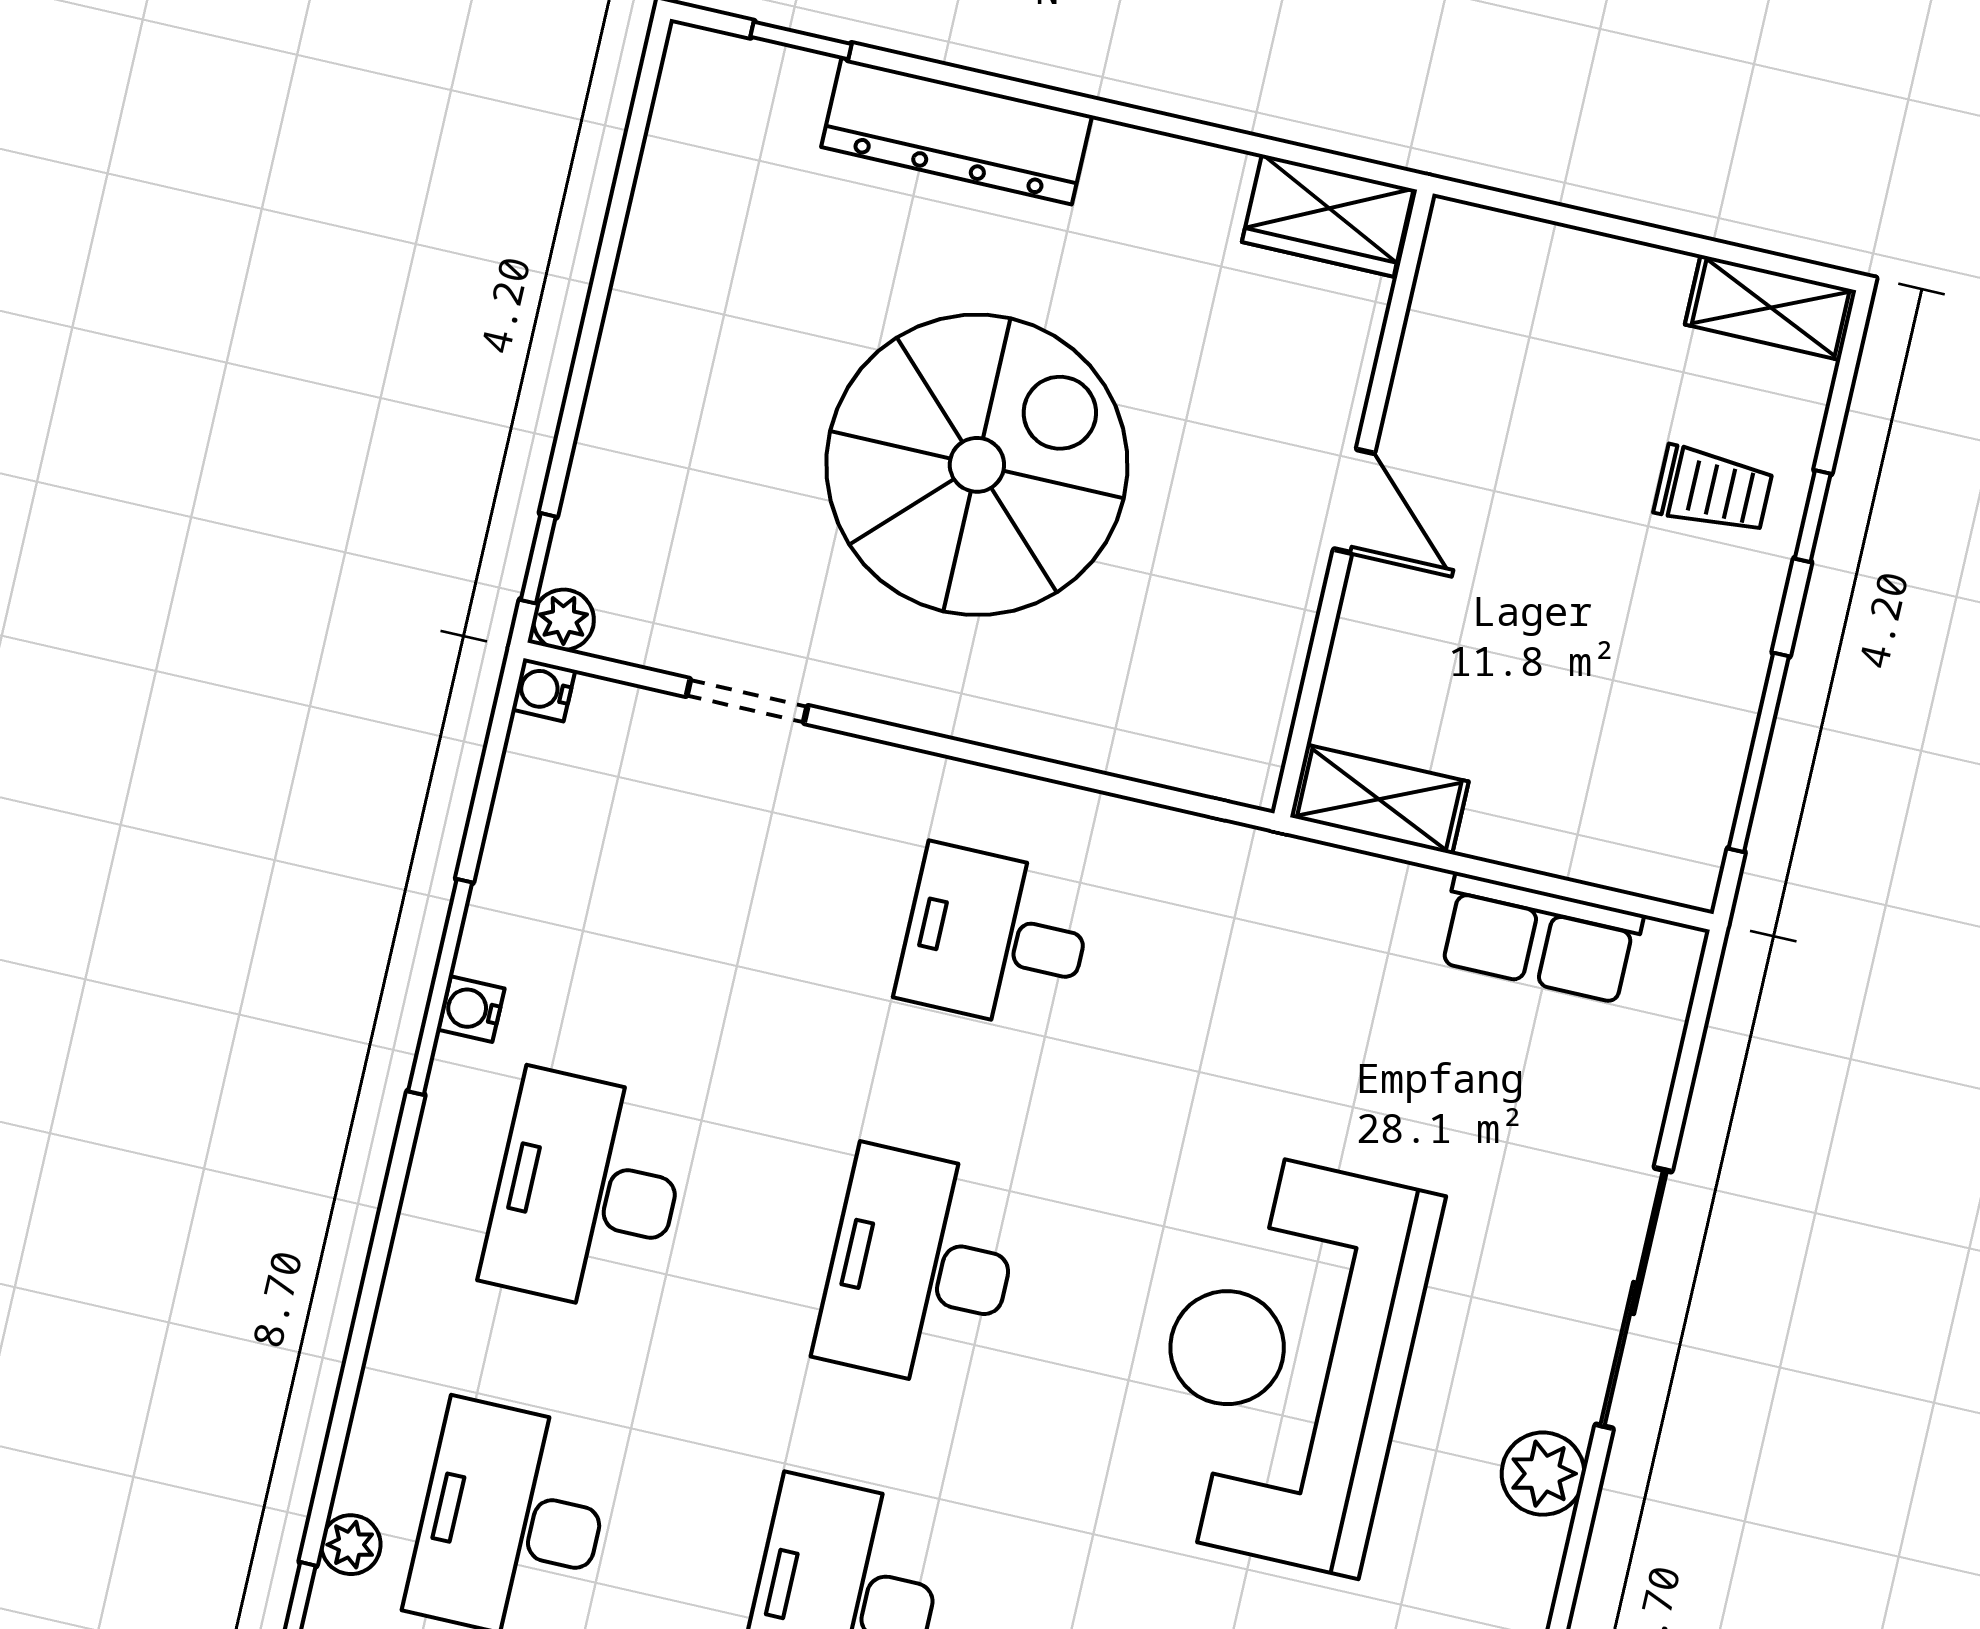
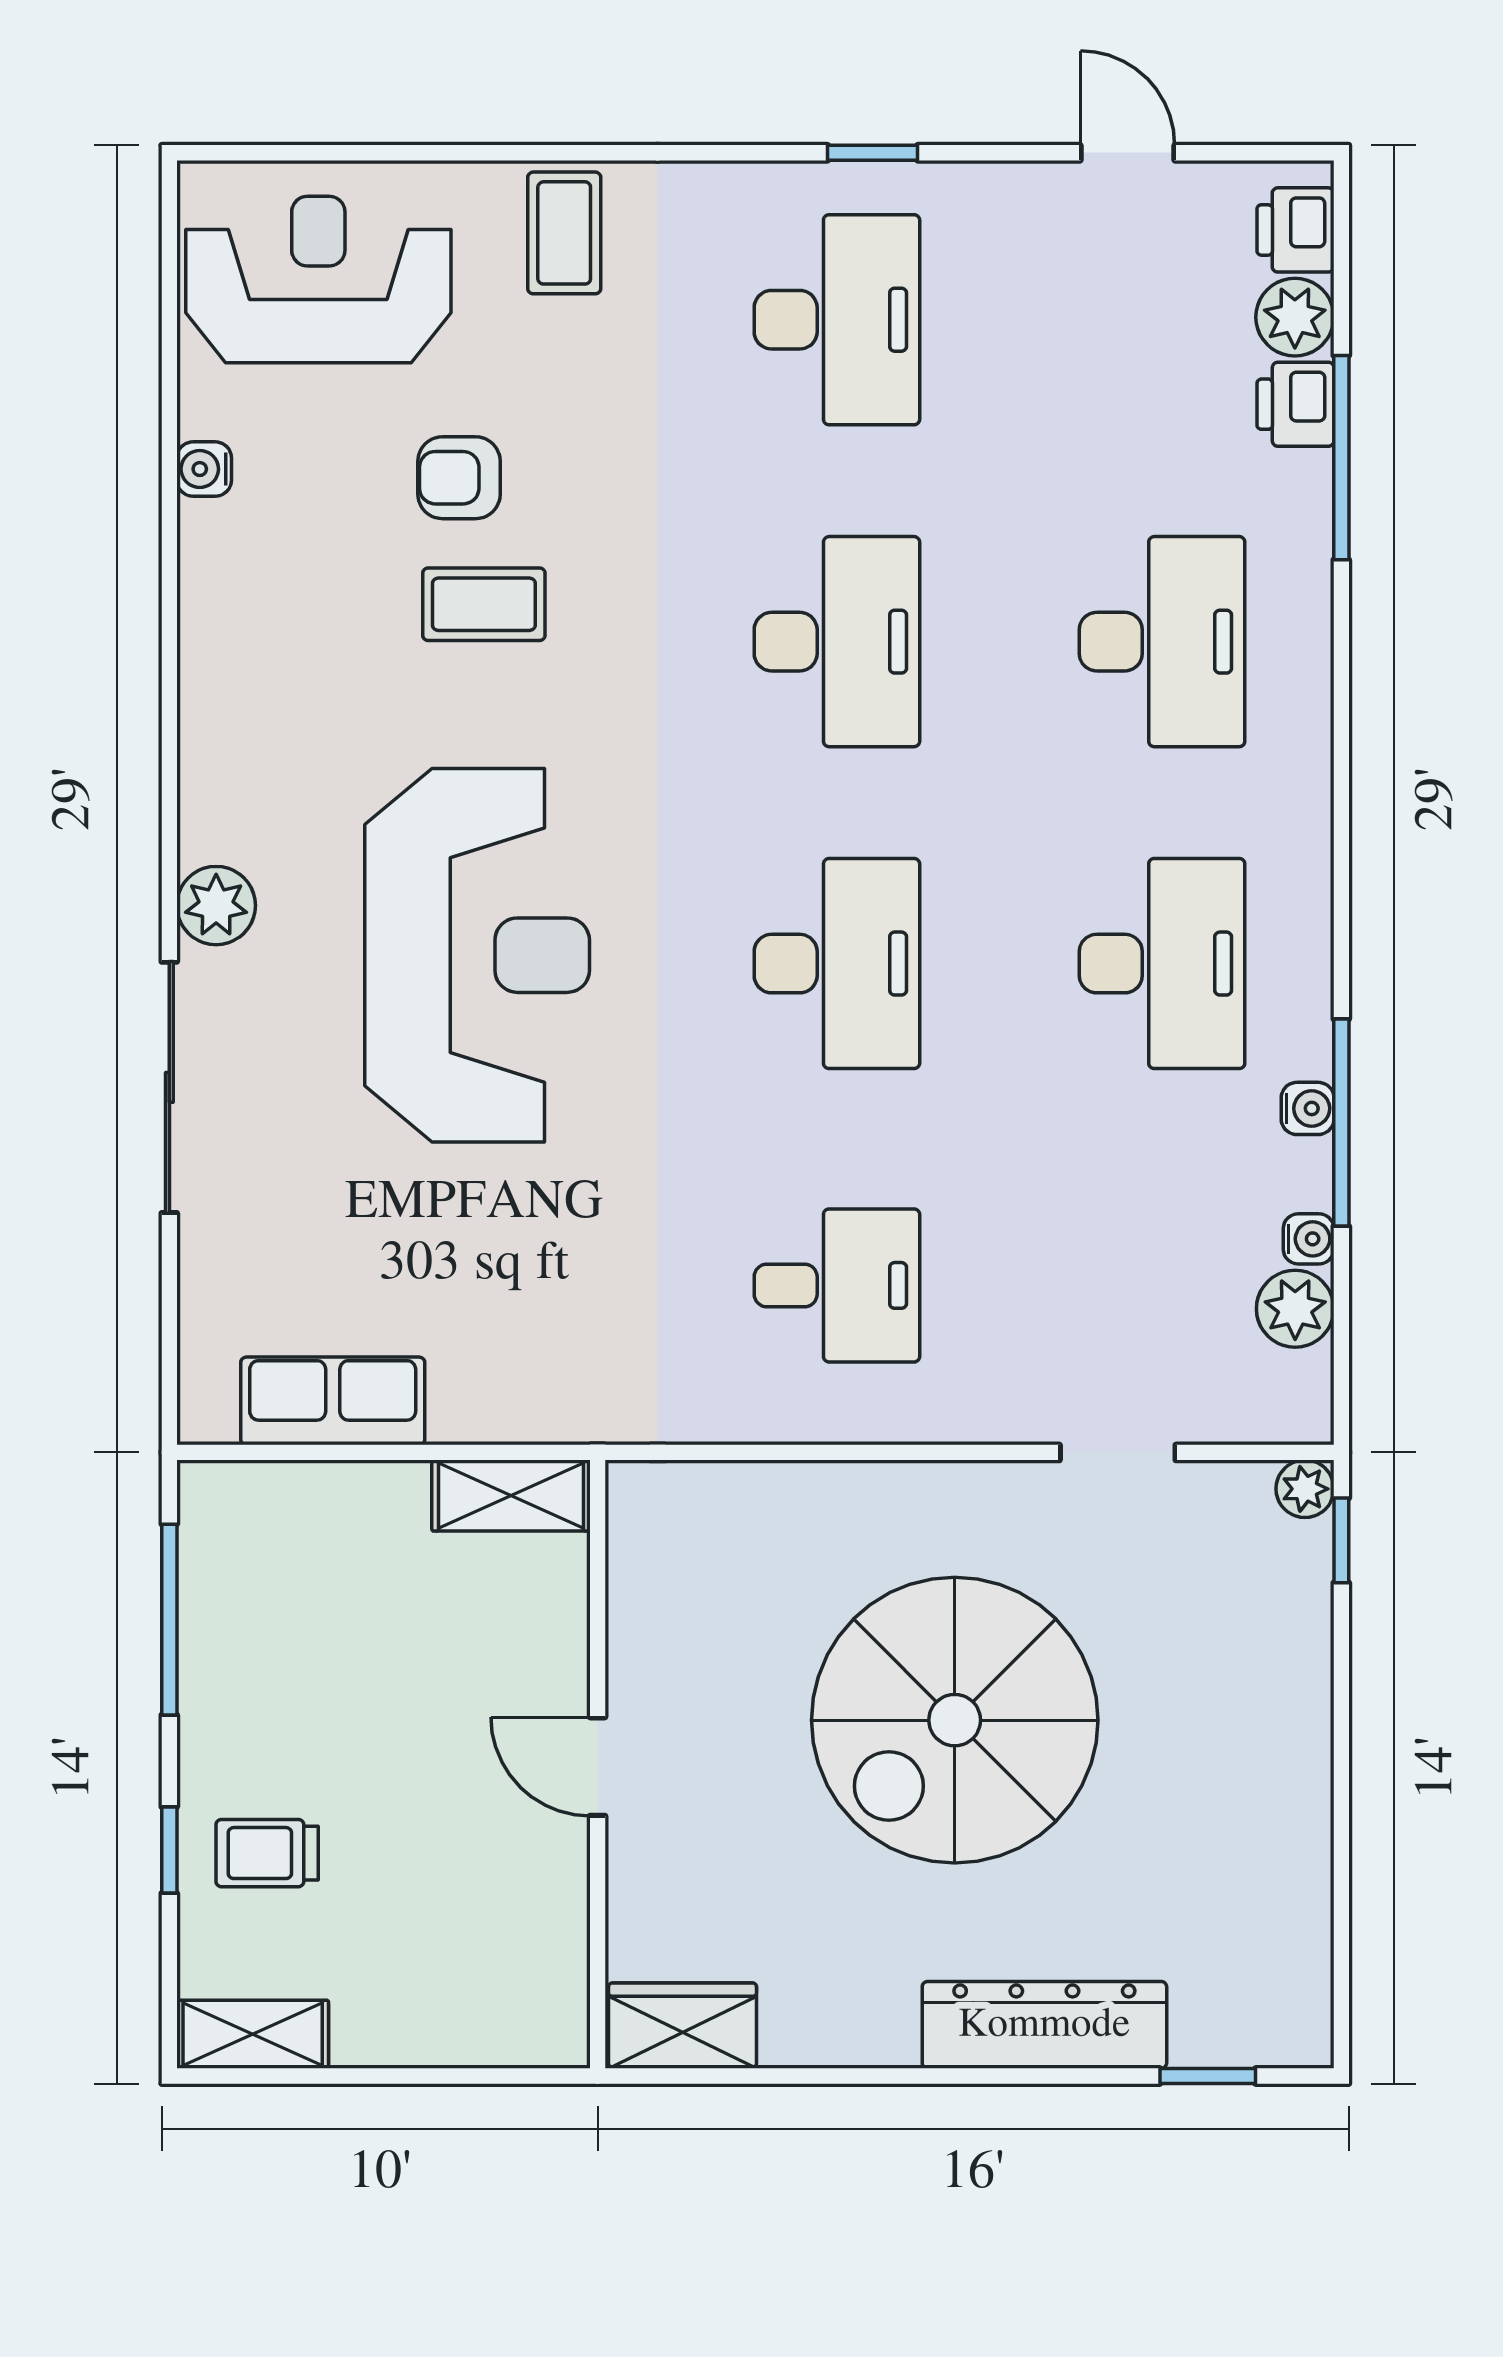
water cooler: (544, 690) -> (1309, 1239), moved
plant: (351, 1545) -> (1295, 1309), moved, width x1.38, depth x1.38

